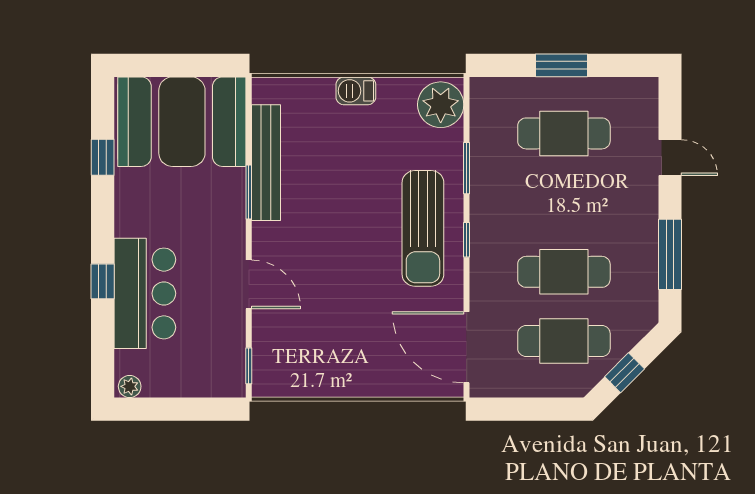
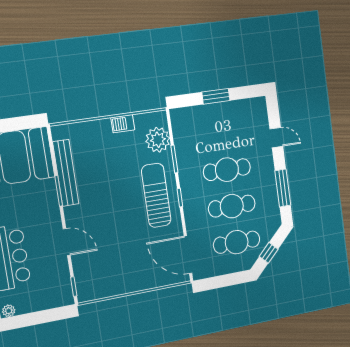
barbecue: (356, 91) -> (123, 124), moved
plant: (441, 105) -> (158, 140), moved
cafe table: (564, 133) -> (227, 170), moved
sun lounger: (423, 228) -> (156, 195), turned 180

